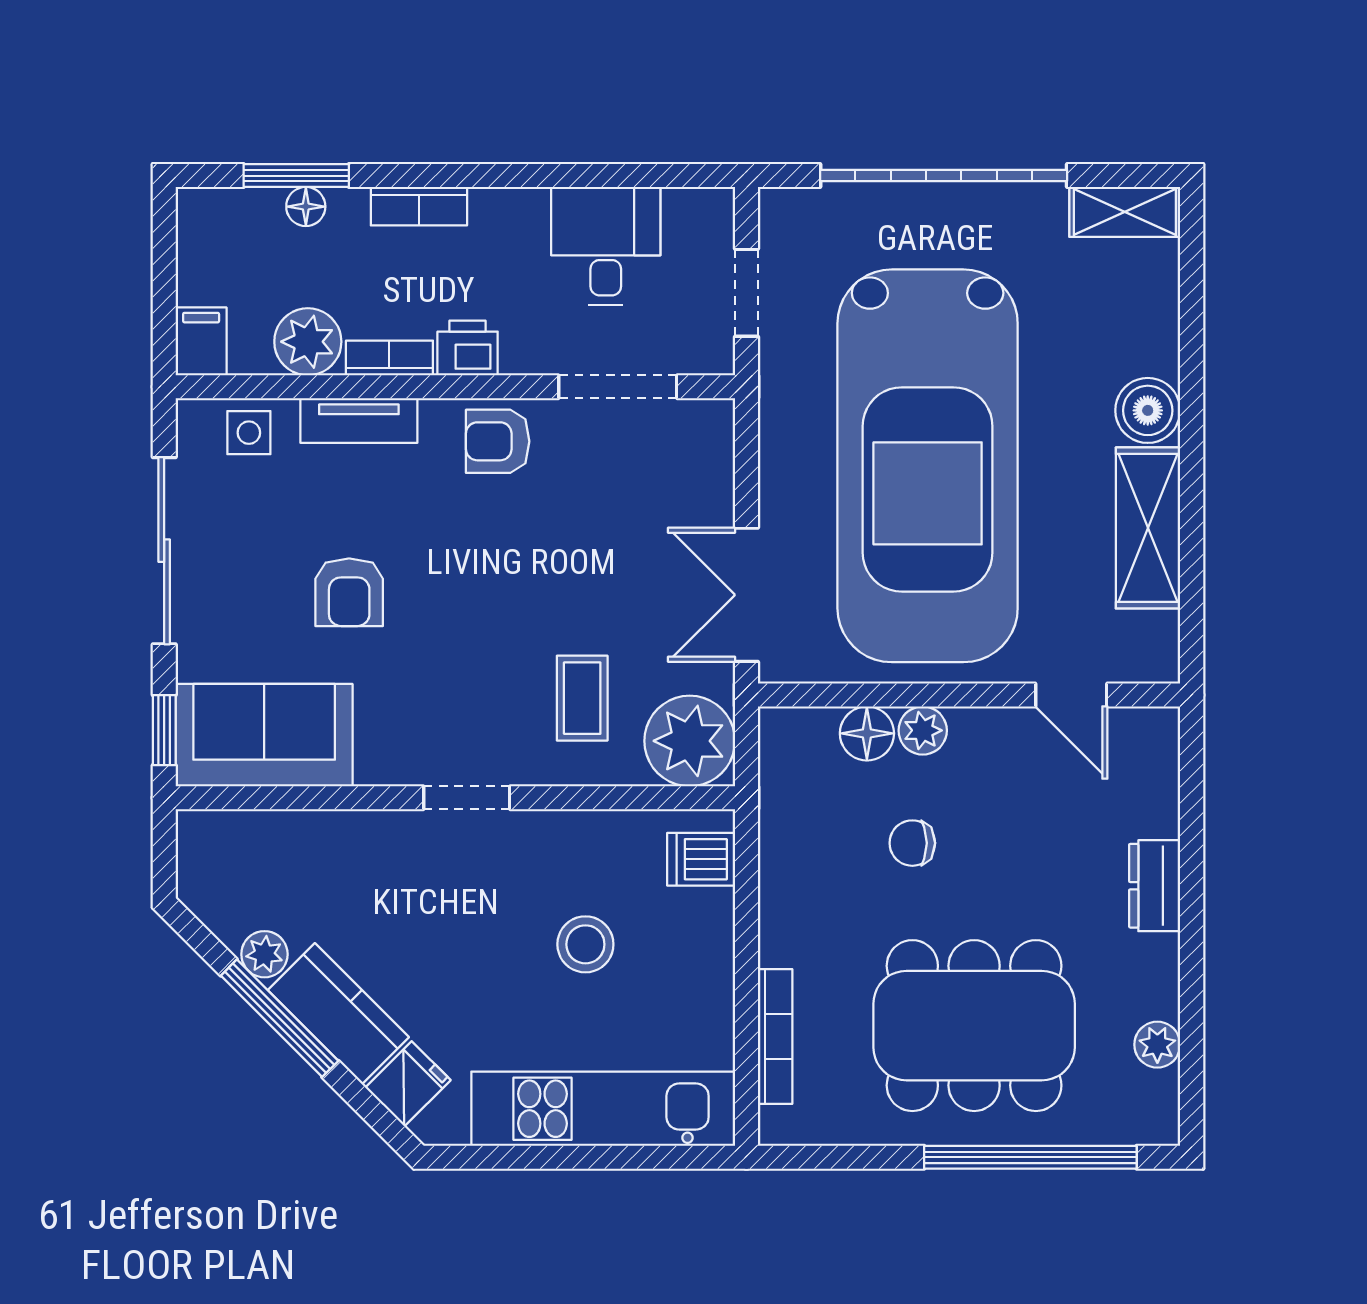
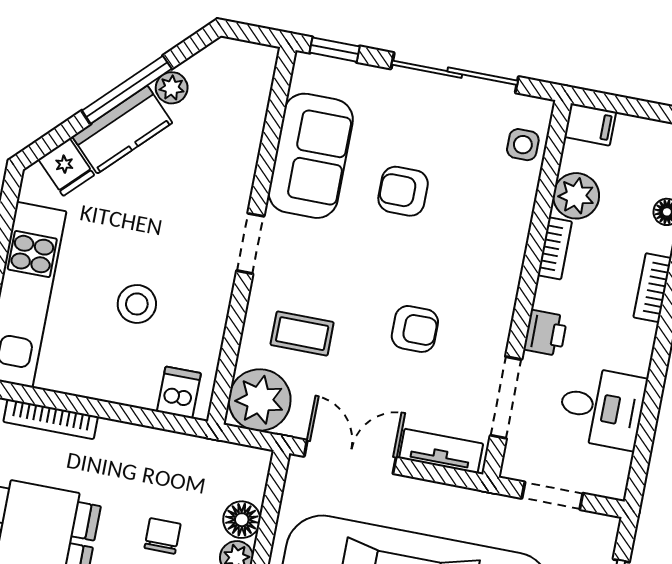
printer: (468, 348) -> (545, 333), moved
tv unit: (359, 420) -> (441, 451), moved, turned 90
armchair: (498, 441) -> (415, 329), moved, turned 90
sofa: (264, 735) -> (311, 156), moved

